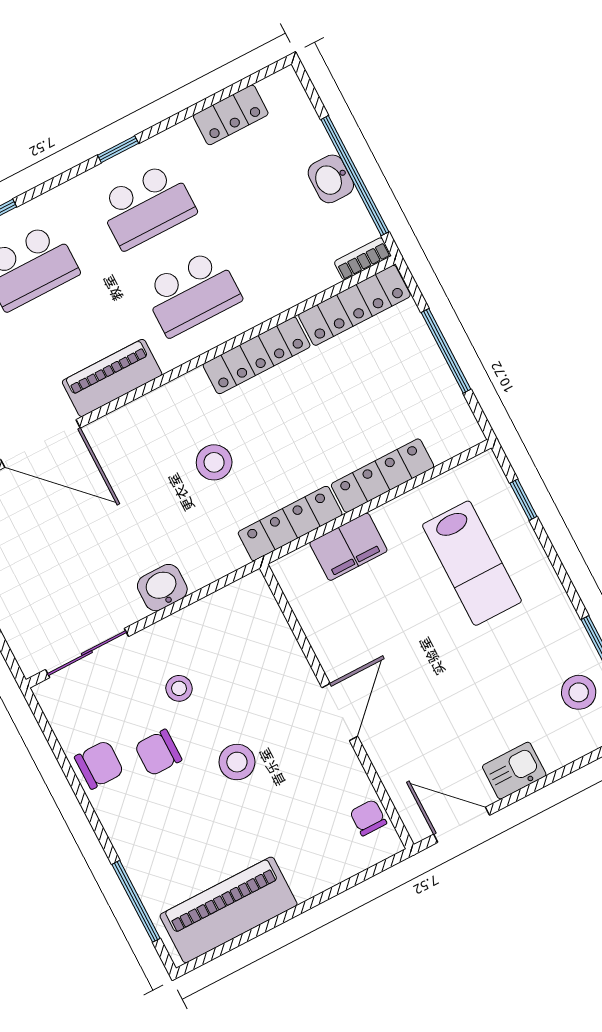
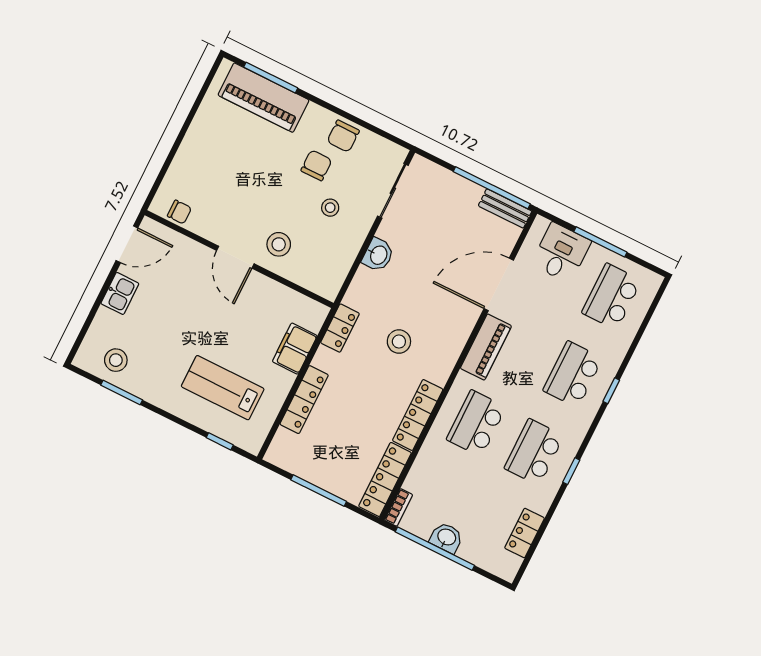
locker: (290, 523) -> (340, 328), width x0.66
stool: (237, 762) -> (279, 244), moved
piano: (229, 910) -> (264, 98), moved, turned 90

